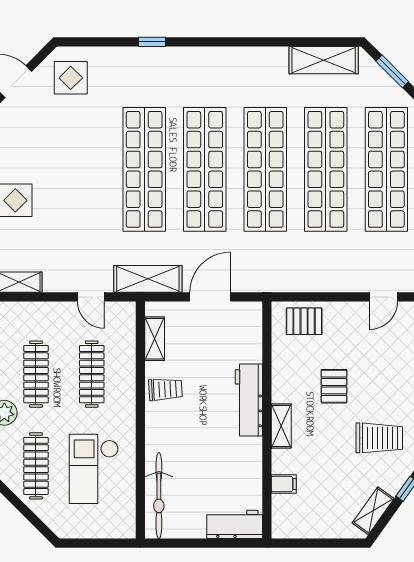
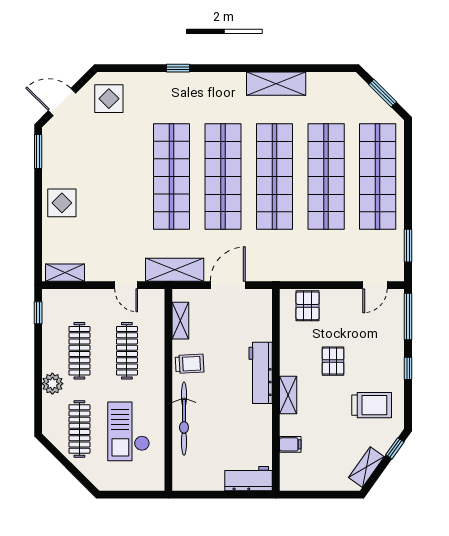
shelving: (324, 60) -> (276, 84), moved
pallet: (304, 321) -> (308, 306), turned 90
bicycle: (159, 496) -> (184, 419), moved

